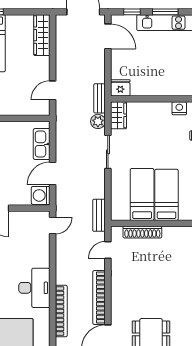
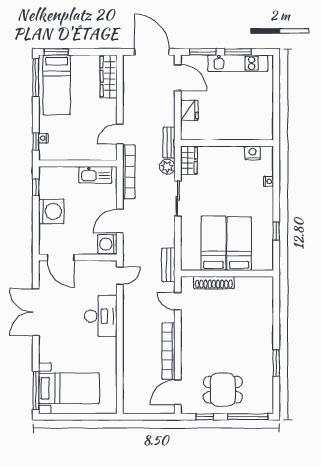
window: (132, 12) -> (203, 52), width x1.50
fridge: (120, 88) -> (189, 110), moved, turned 90
kitchen sink: (42, 144) -> (95, 175), moved, turned -90
door: (108, 250) -> (178, 301), hinge flipped
desk: (34, 288) -> (101, 316), moved
bookcase: (61, 311) -> (129, 172), moved

